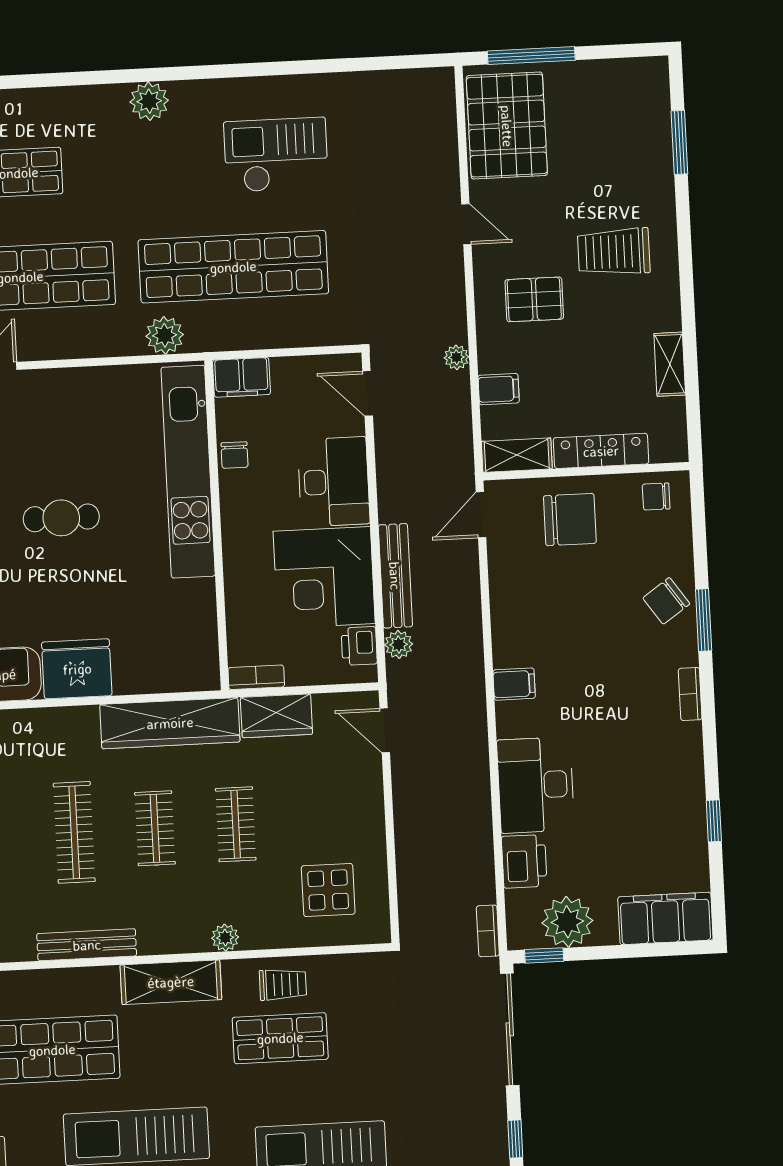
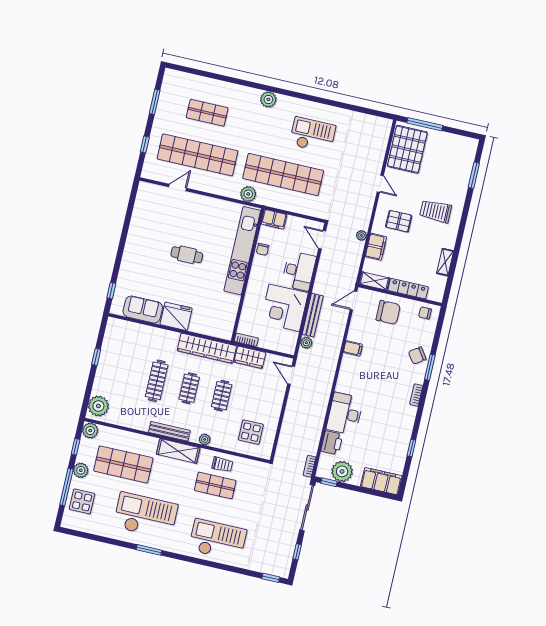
filing cabinet: (499, 389) -> (376, 247), width x2.00
printer: (359, 646) -> (290, 339), removed
filing cabinet: (514, 684) -> (353, 348), moved
bench: (87, 945) -> (169, 431), moved

